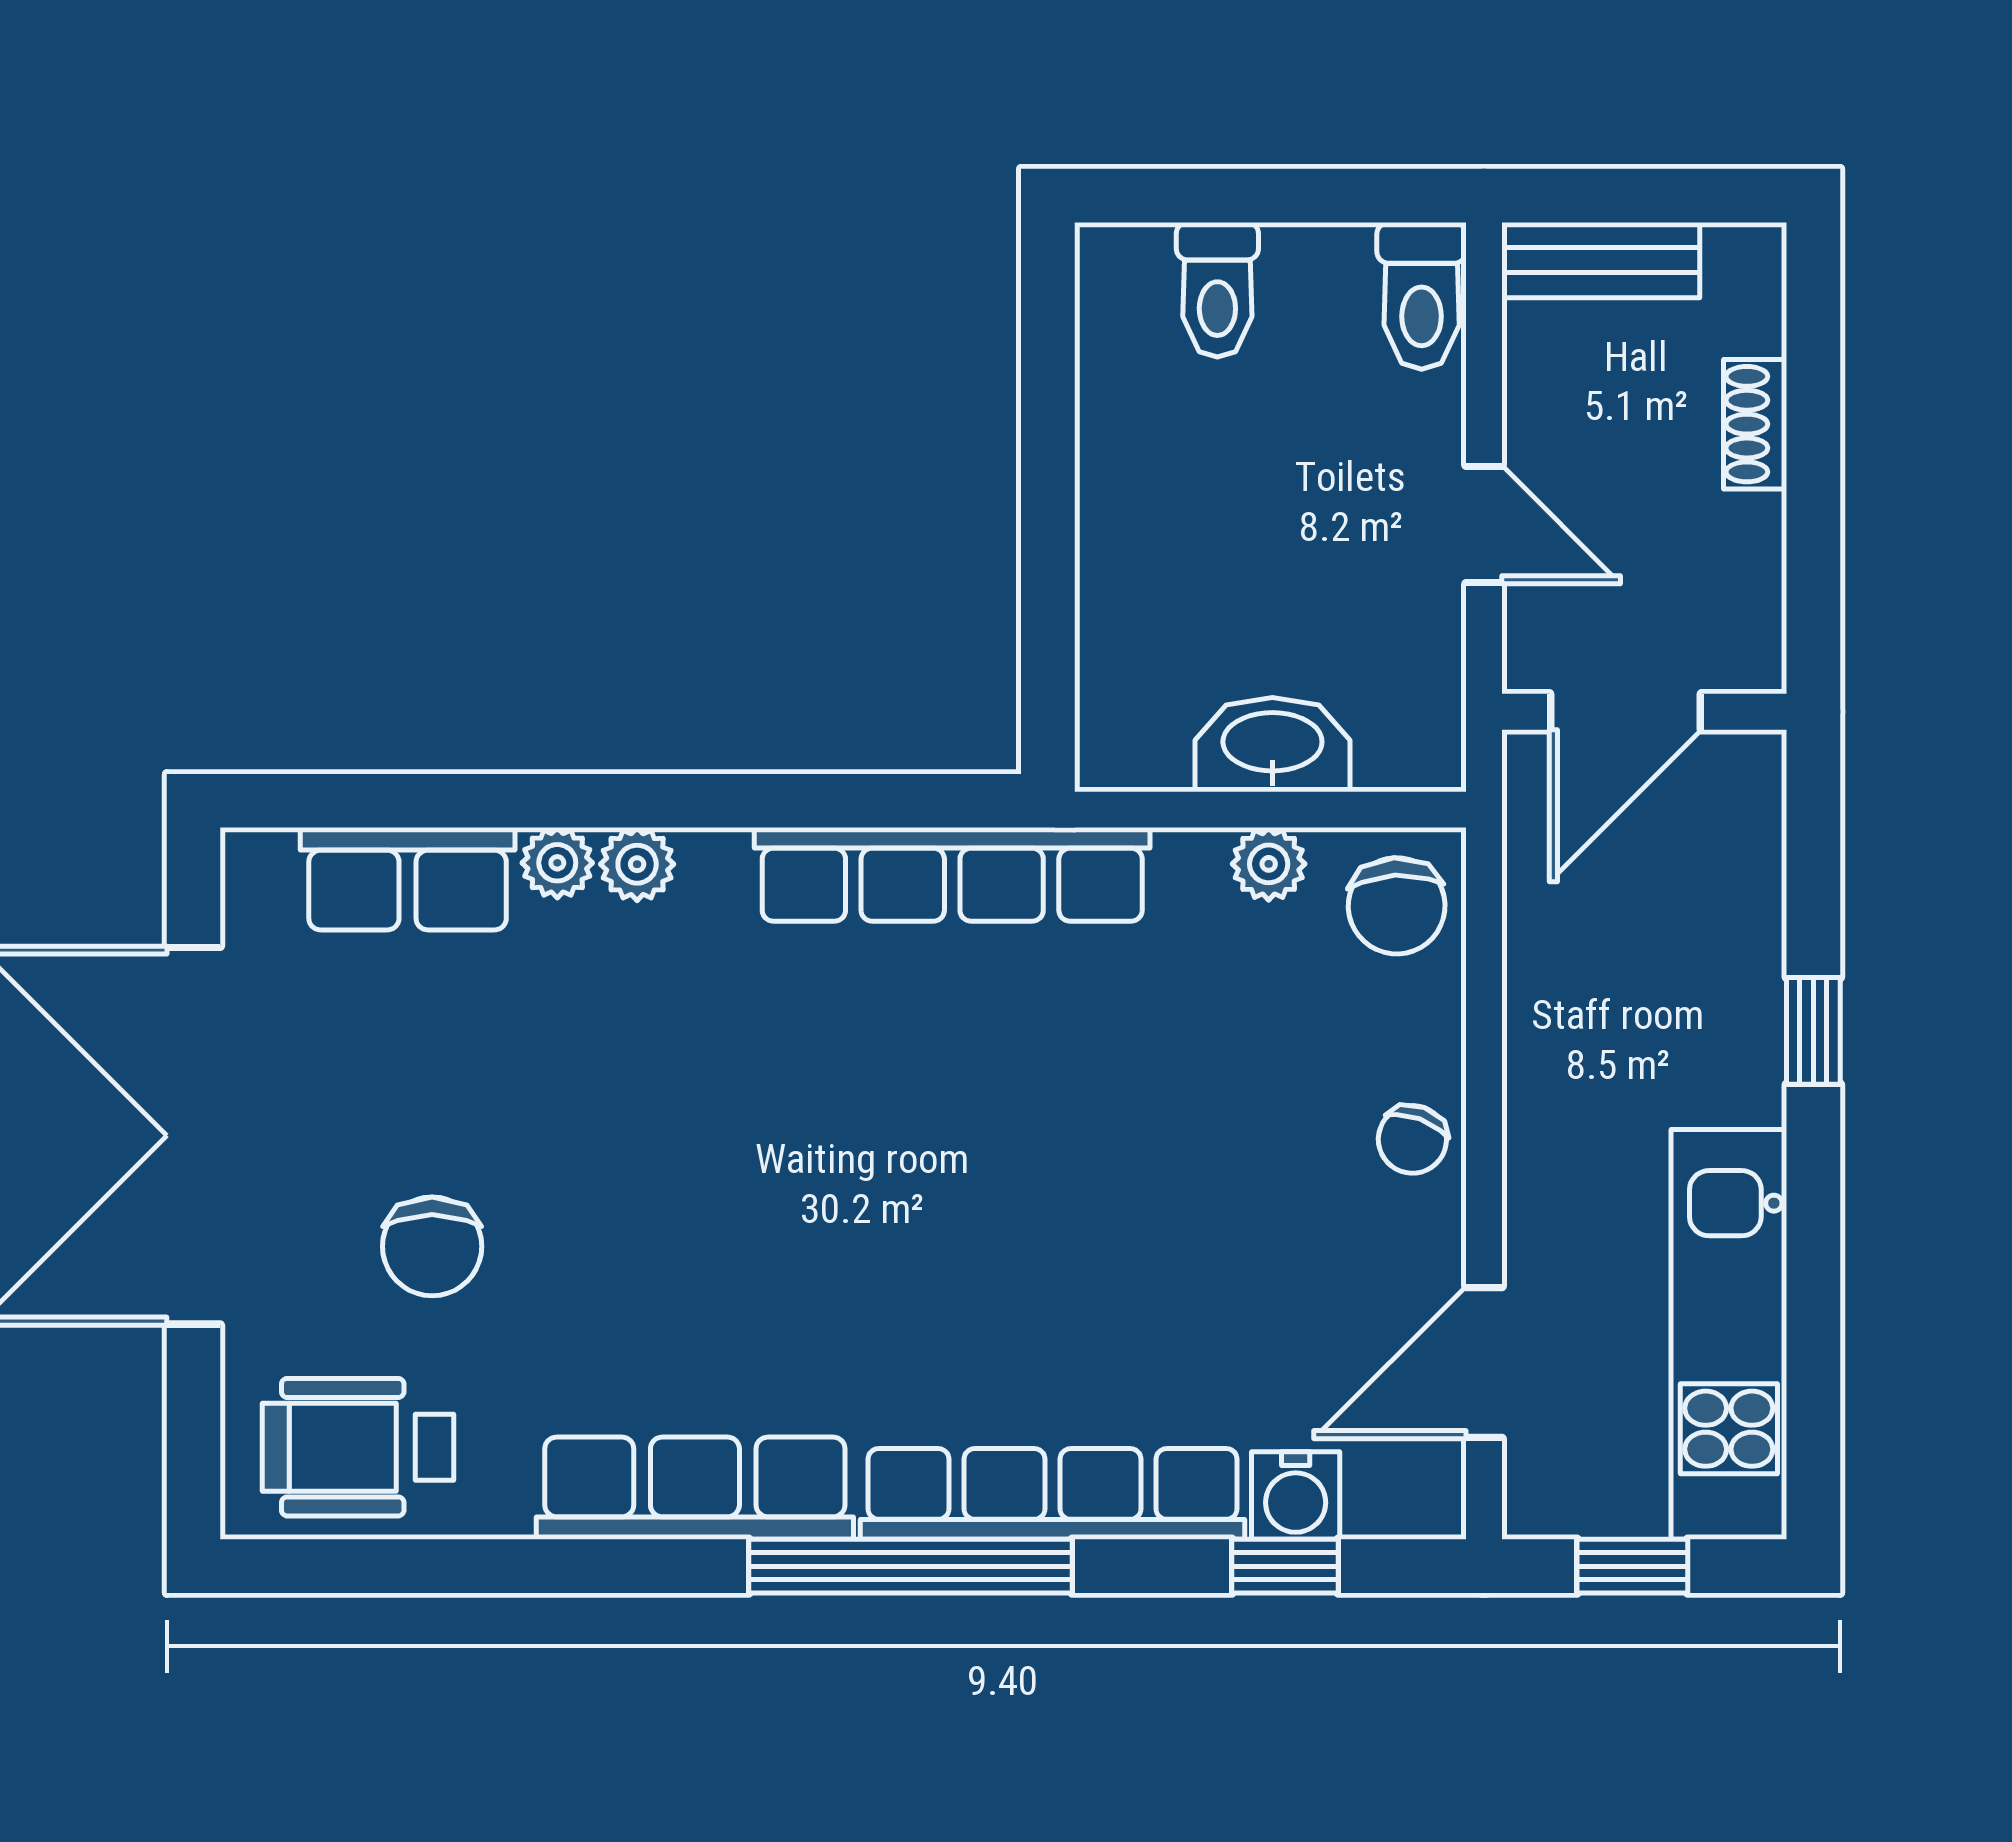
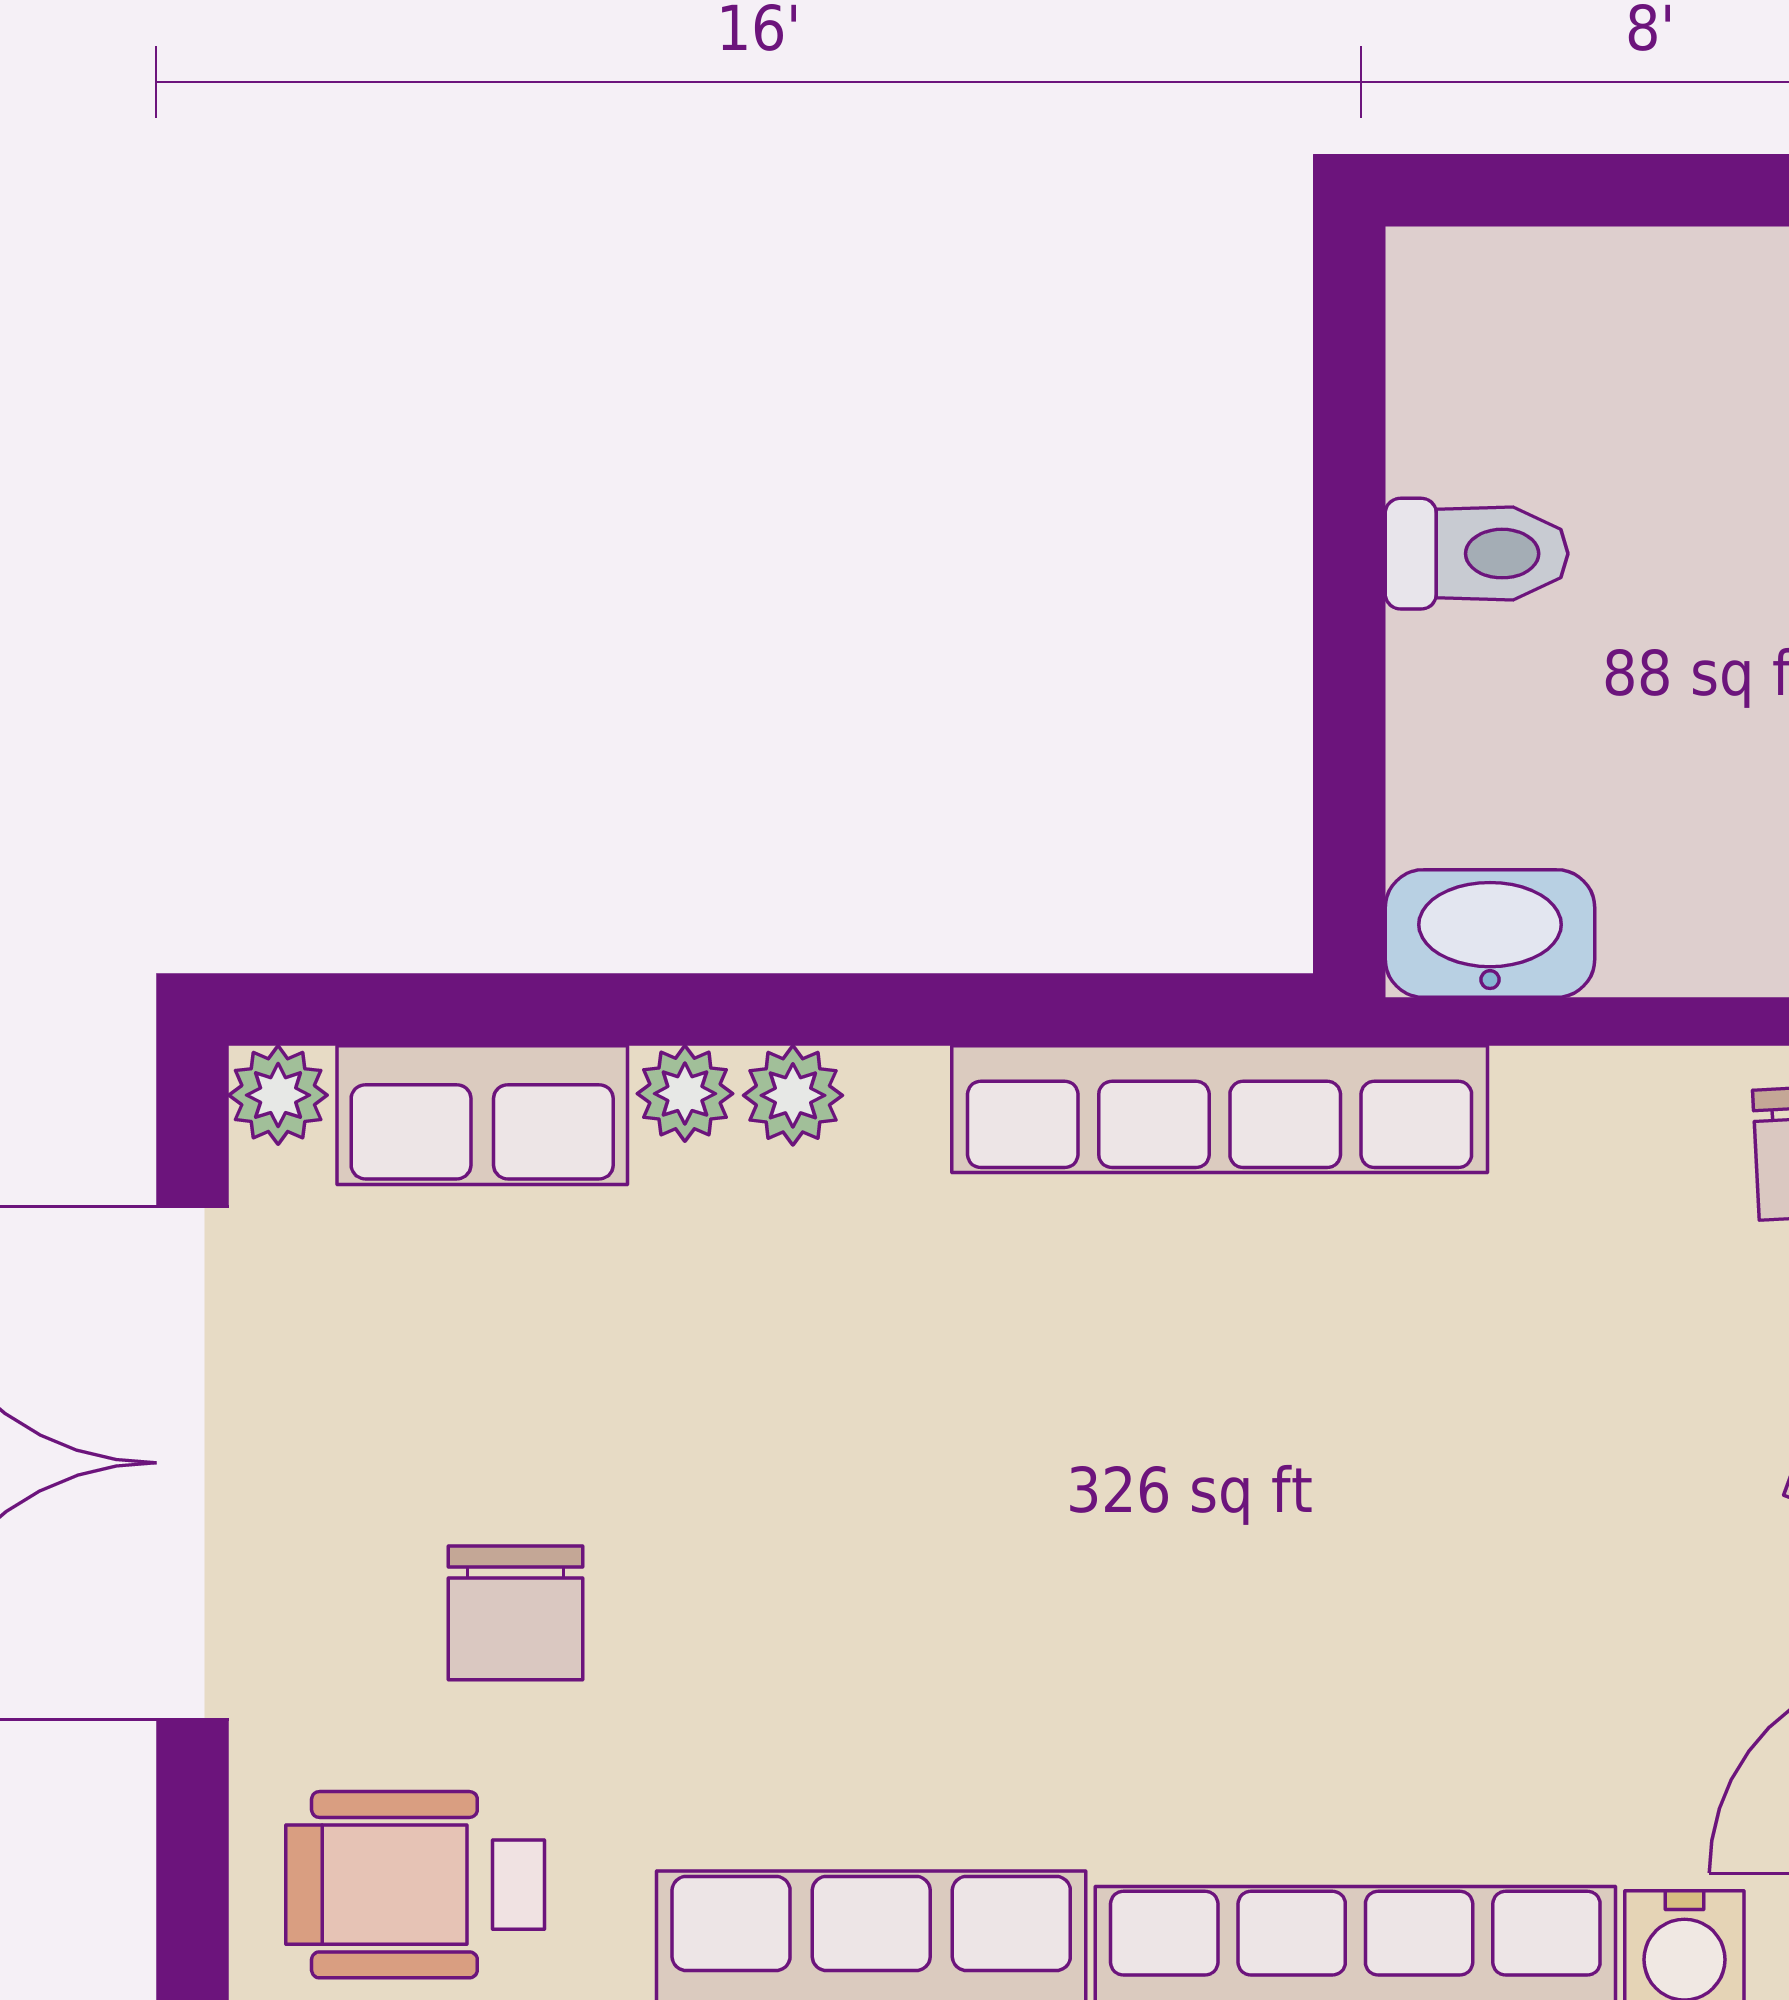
toilet: (1217, 290) -> (1477, 554), moved, turned -90
washbasin: (1272, 745) -> (1490, 934), moved
plant: (1269, 864) -> (278, 1095), moved

